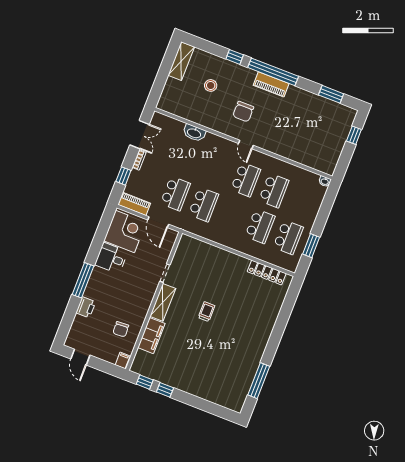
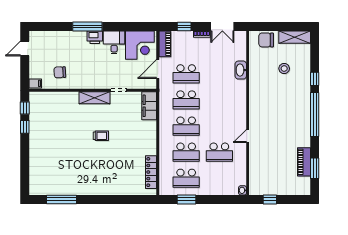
piano: (271, 84) -> (304, 162), moved
chair: (243, 112) -> (266, 40), moved
window: (354, 135) -> (270, 199), moved
door: (246, 144) -> (248, 136), moved
school desk: (246, 180) -> (186, 126), moved
printer: (86, 307) -> (95, 37), moved
filing cabinet: (151, 336) -> (149, 106), moved, turned 90

